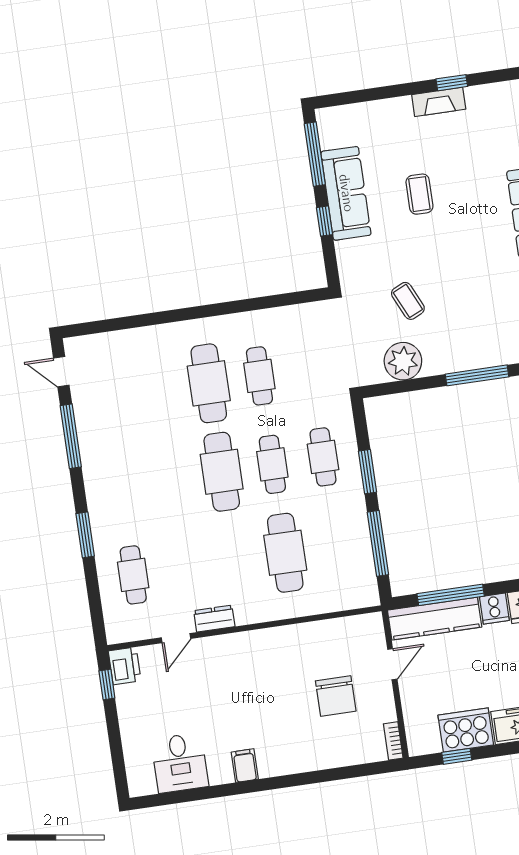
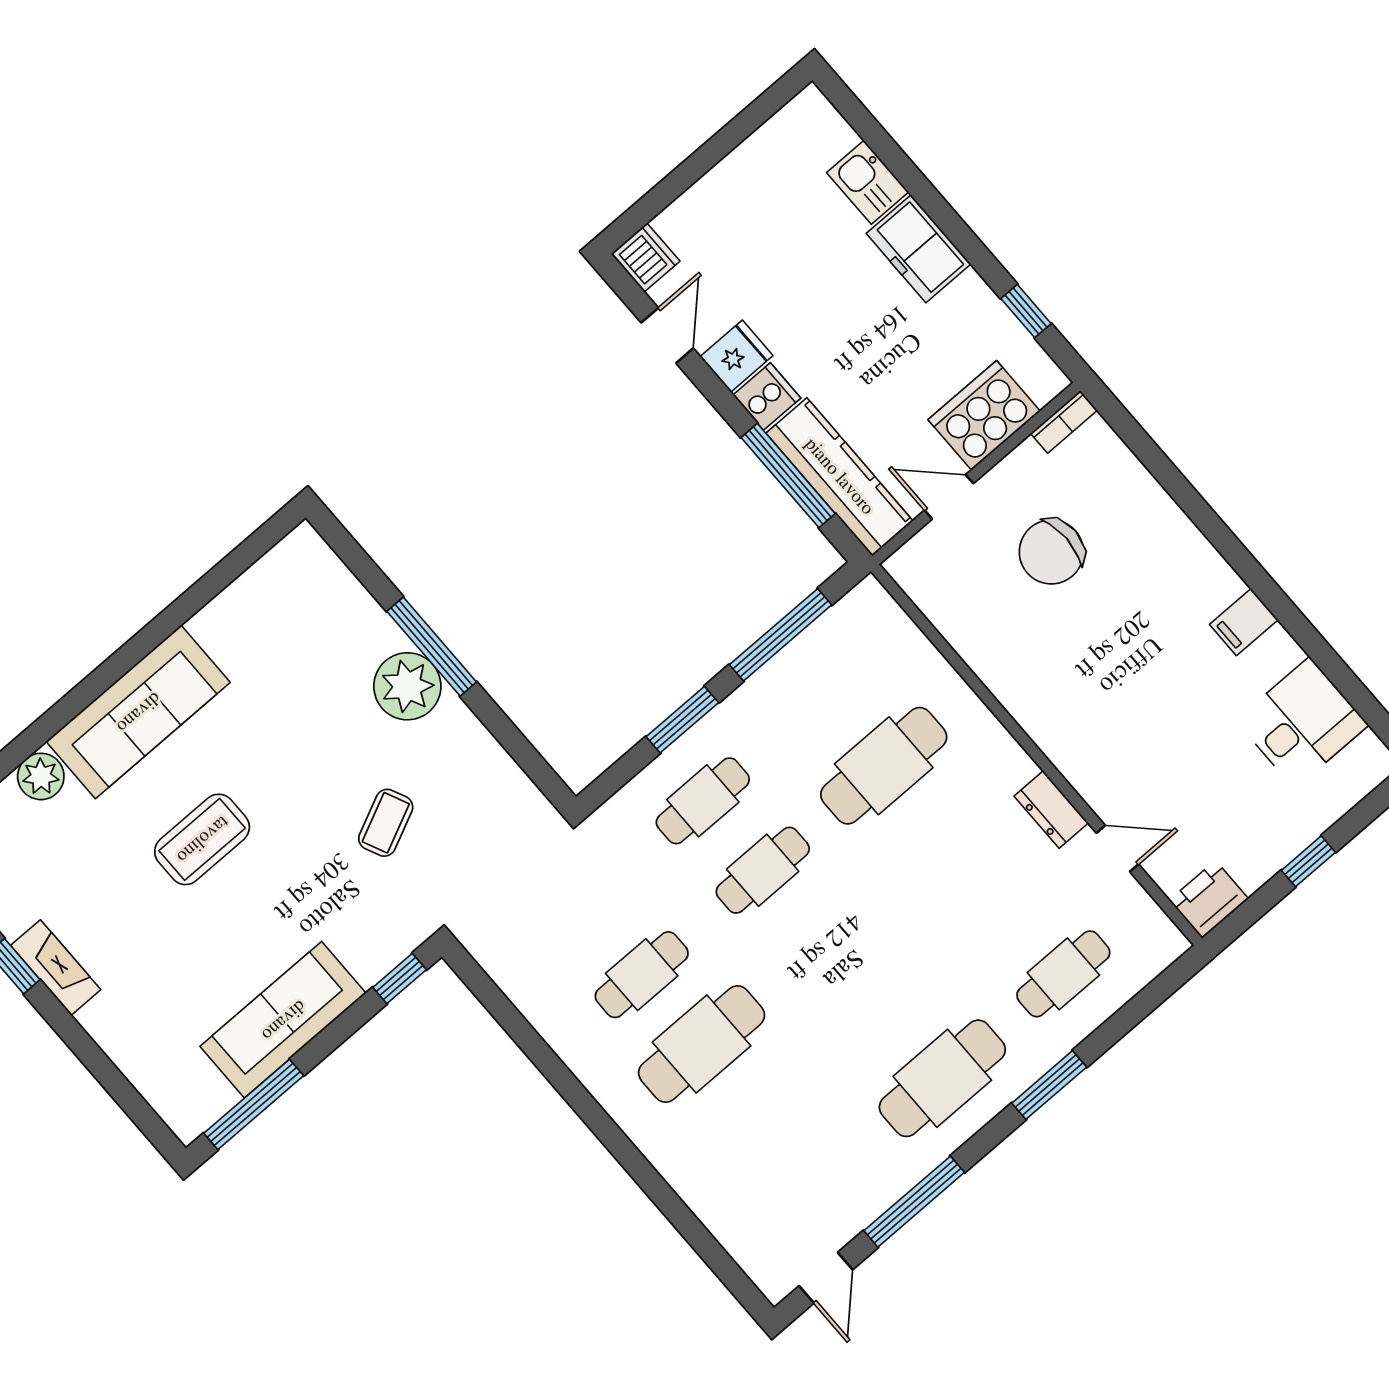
coffee table: (419, 194) -> (202, 839), moved, width x1.36, depth x1.30
window: (325, 221) -> (400, 978), moved
plant: (403, 361) -> (407, 686), moved
cafe table: (222, 472) -> (942, 1078), moved
window: (107, 685) -> (1308, 861), moved
chair: (336, 696) -> (1051, 552), turned 180
cooker: (466, 730) -> (984, 415), moved, turned 90

